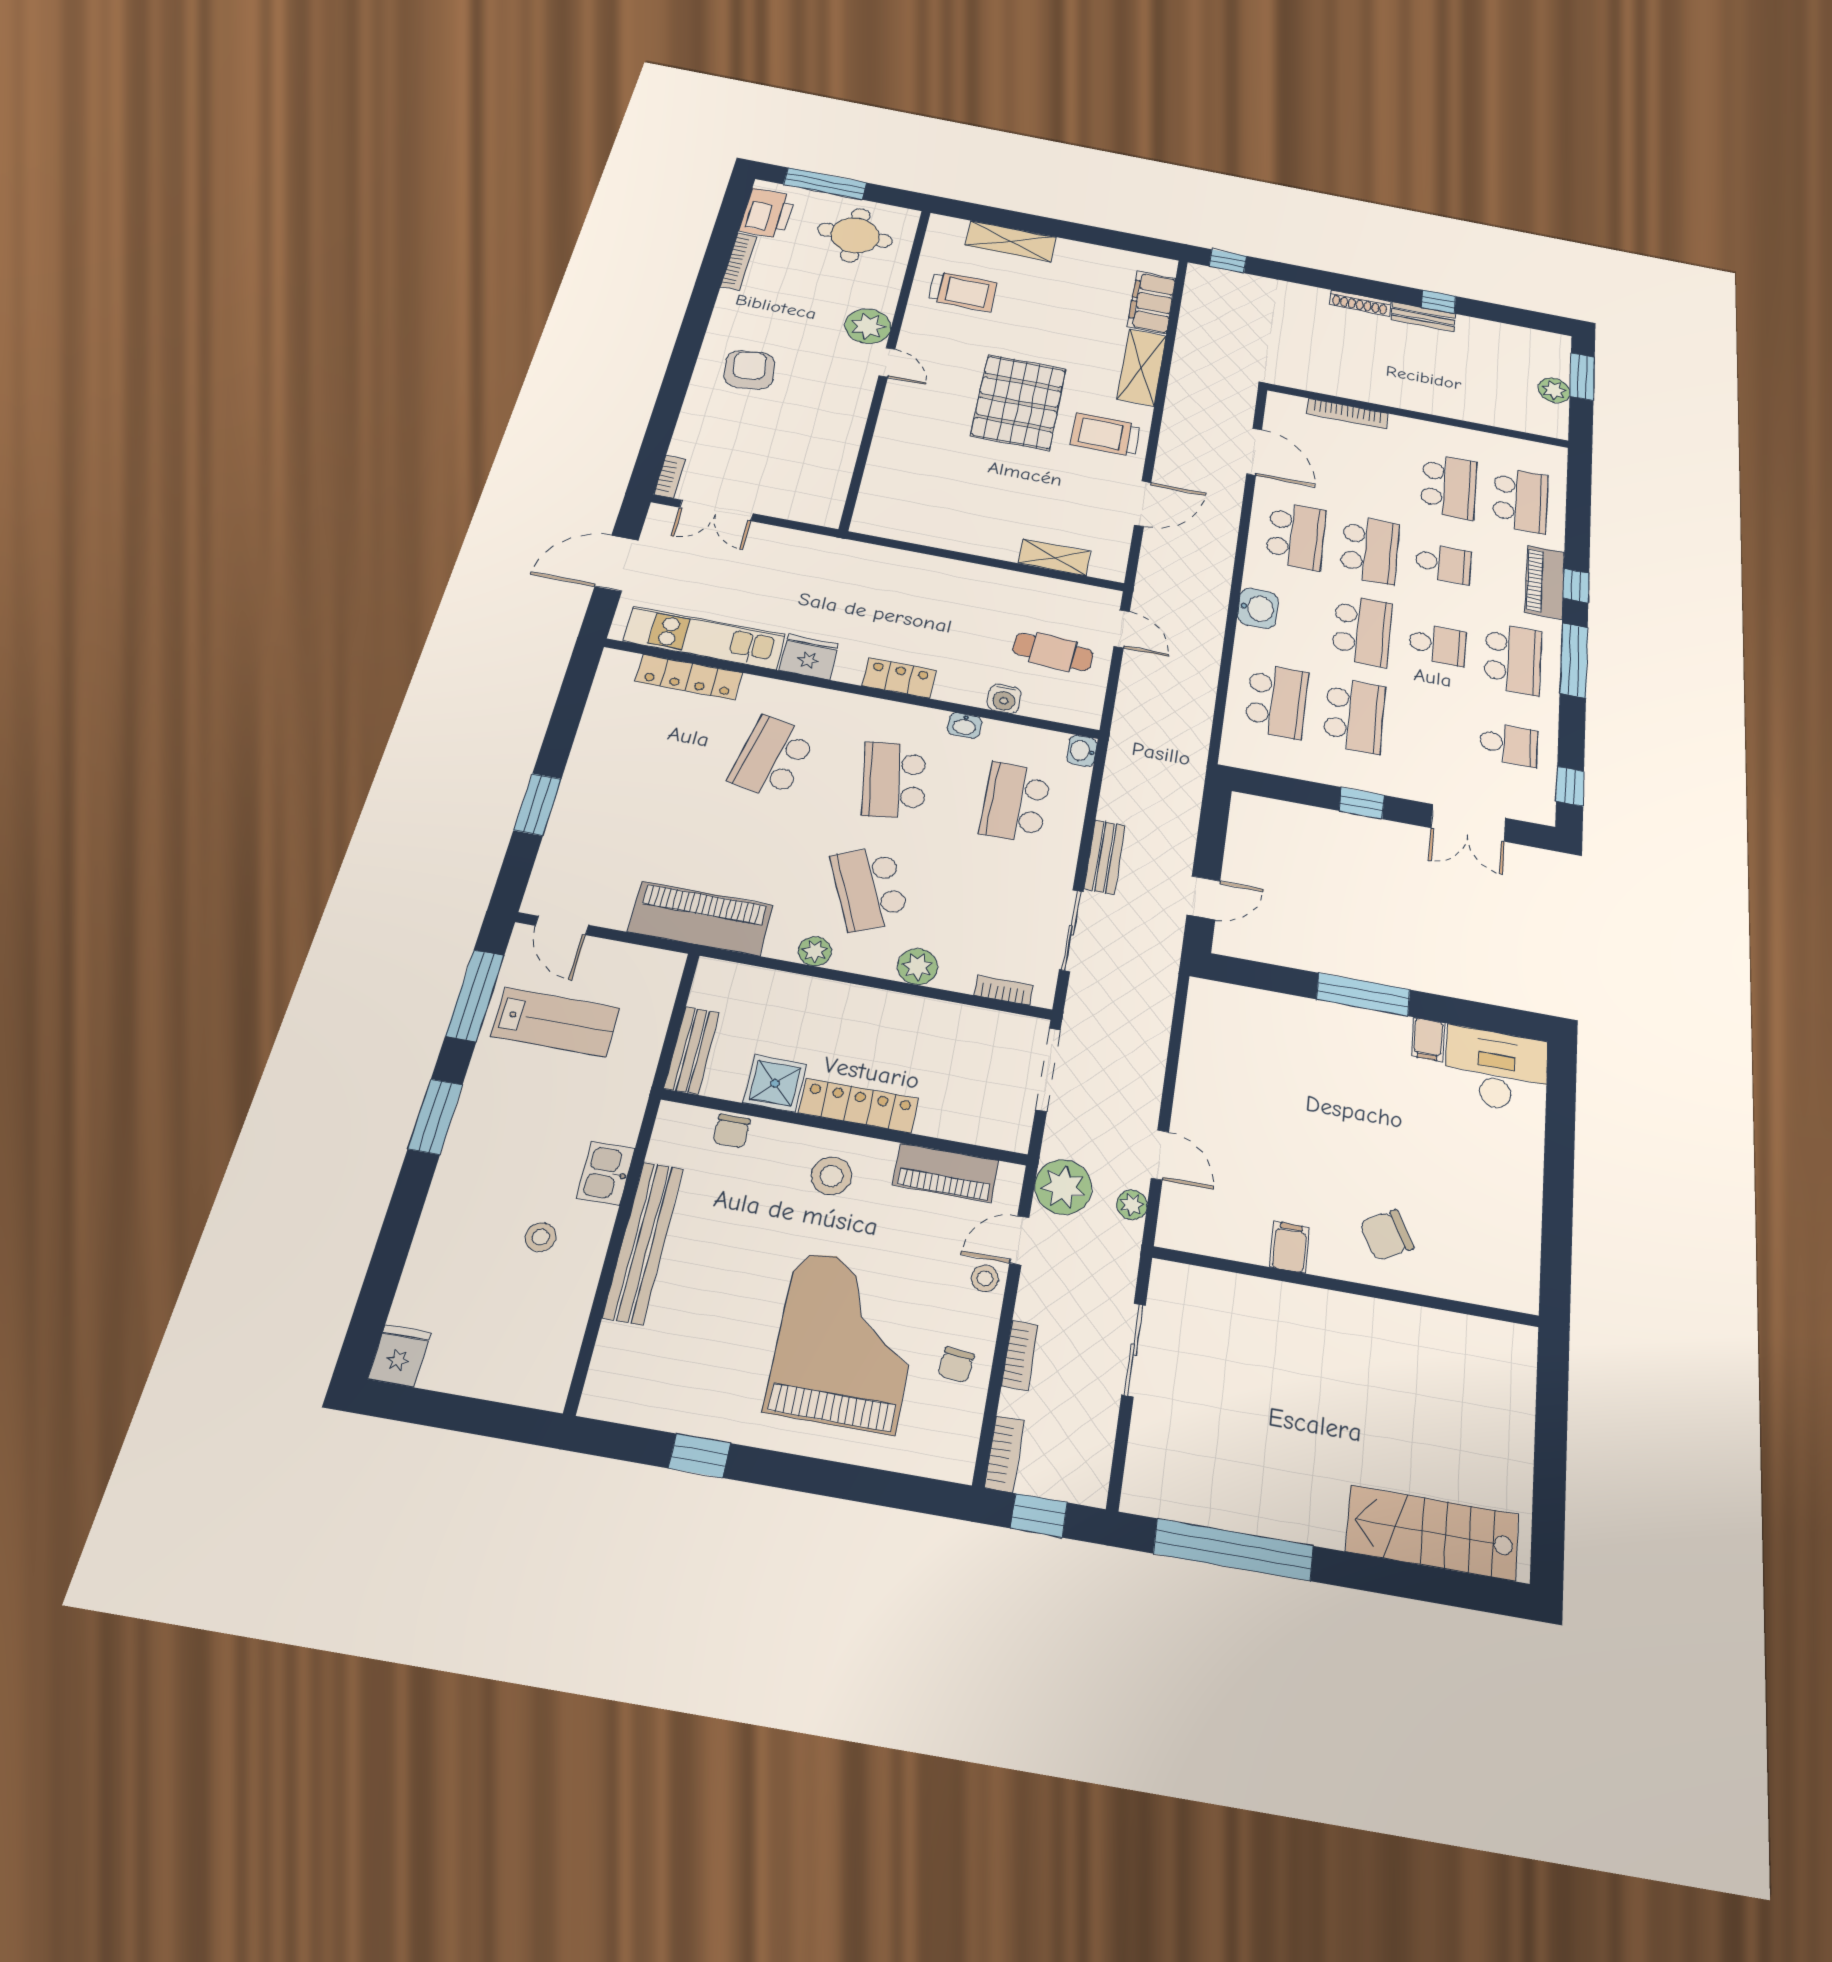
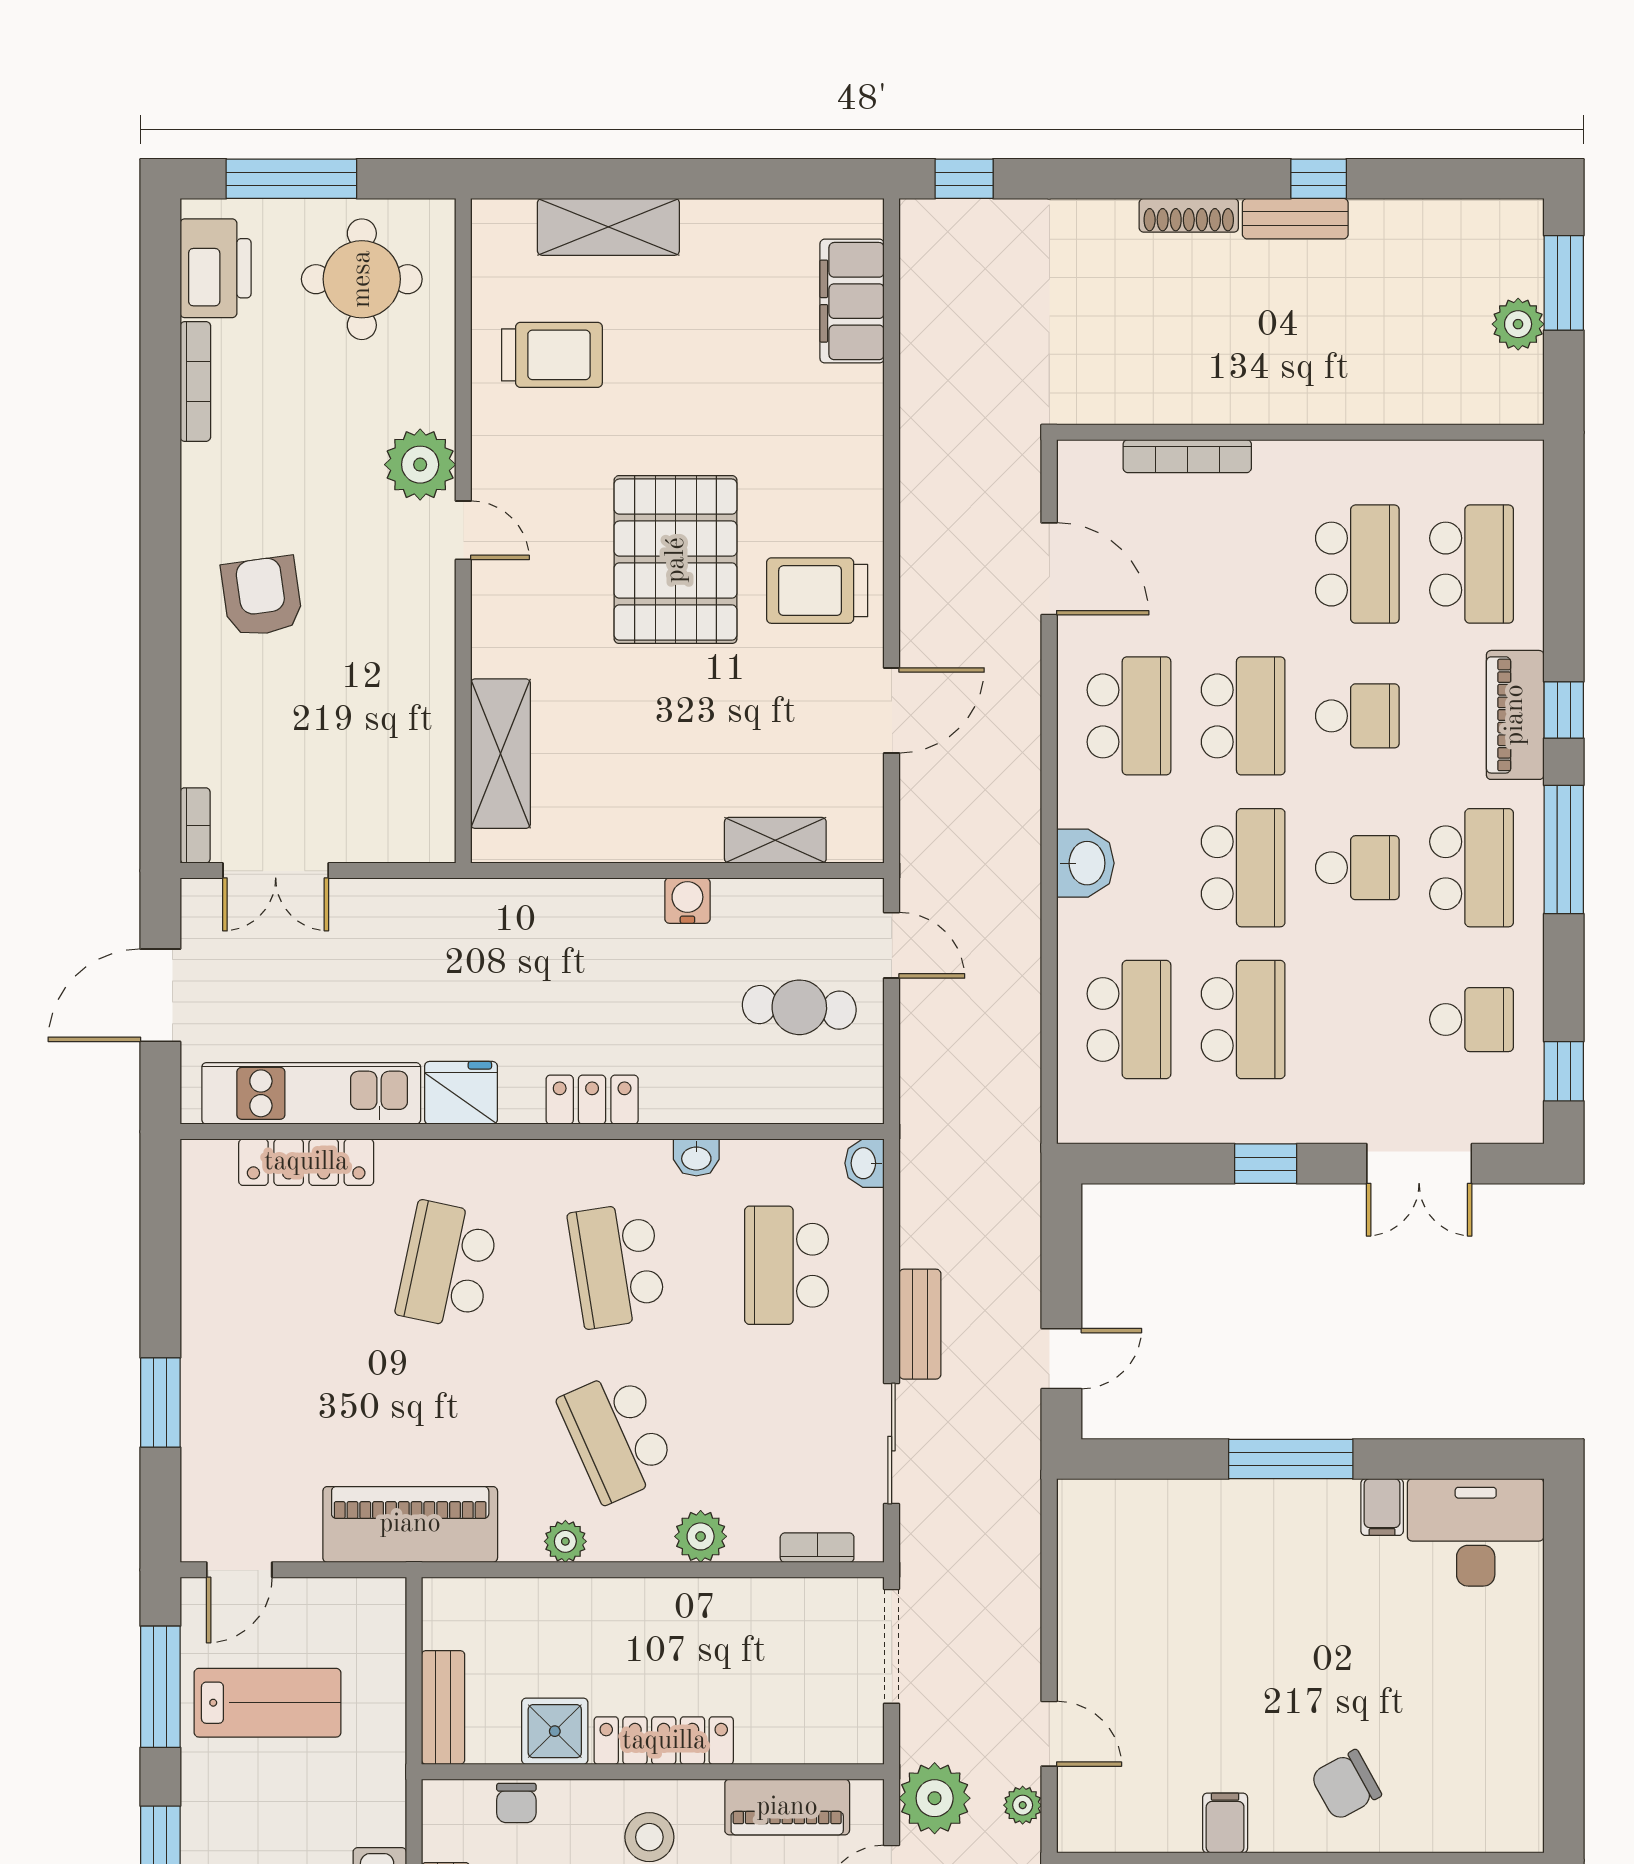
shelving: (1142, 367) -> (500, 754), moved
water cooler: (1004, 699) -> (687, 901), moved, turned 180
door: (562, 925) -> (239, 1570), hinge flipped

